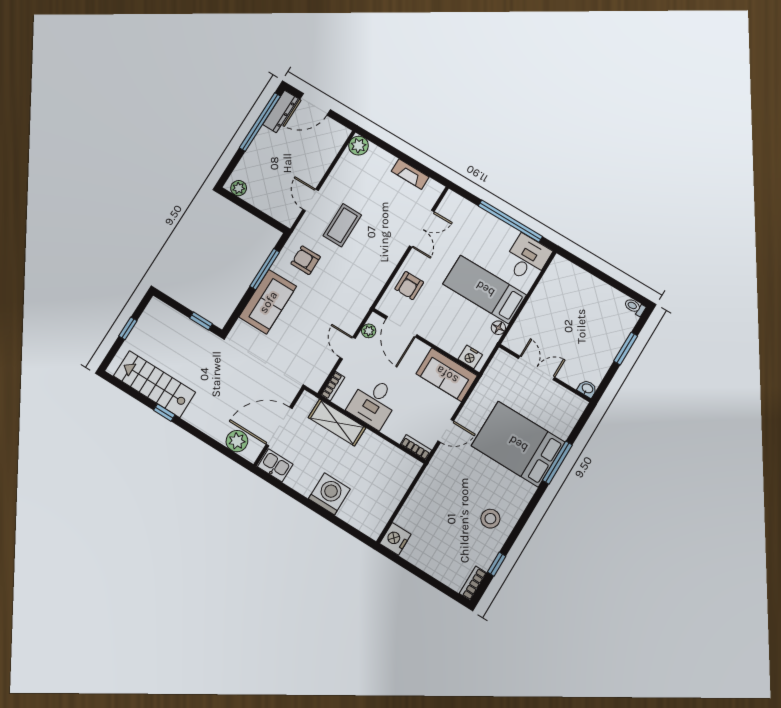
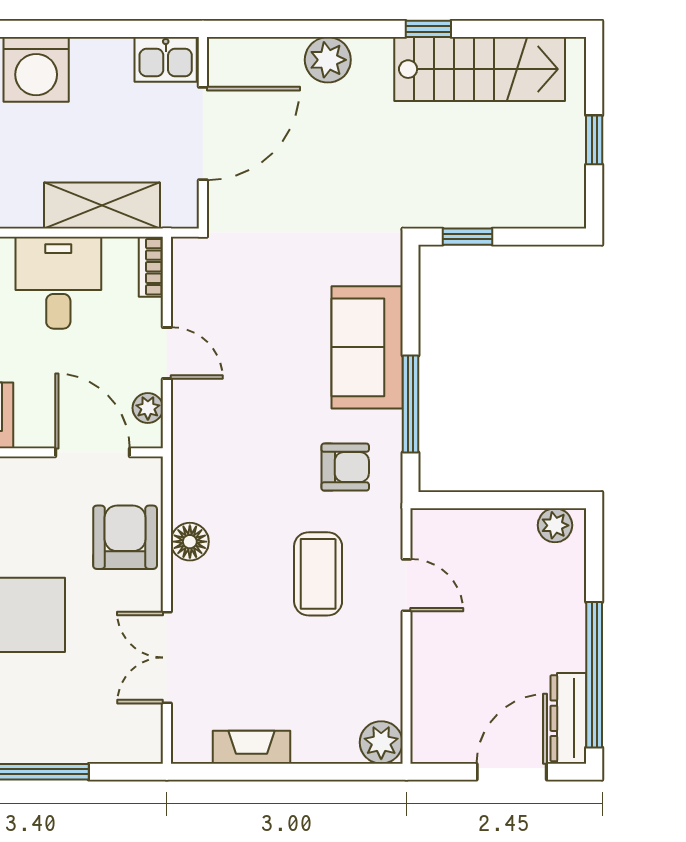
floor lamp: (385, 268) -> (190, 542), added
armchair: (409, 286) -> (125, 537), width x1.38, depth x1.38
plant: (237, 441) -> (328, 60), moved

